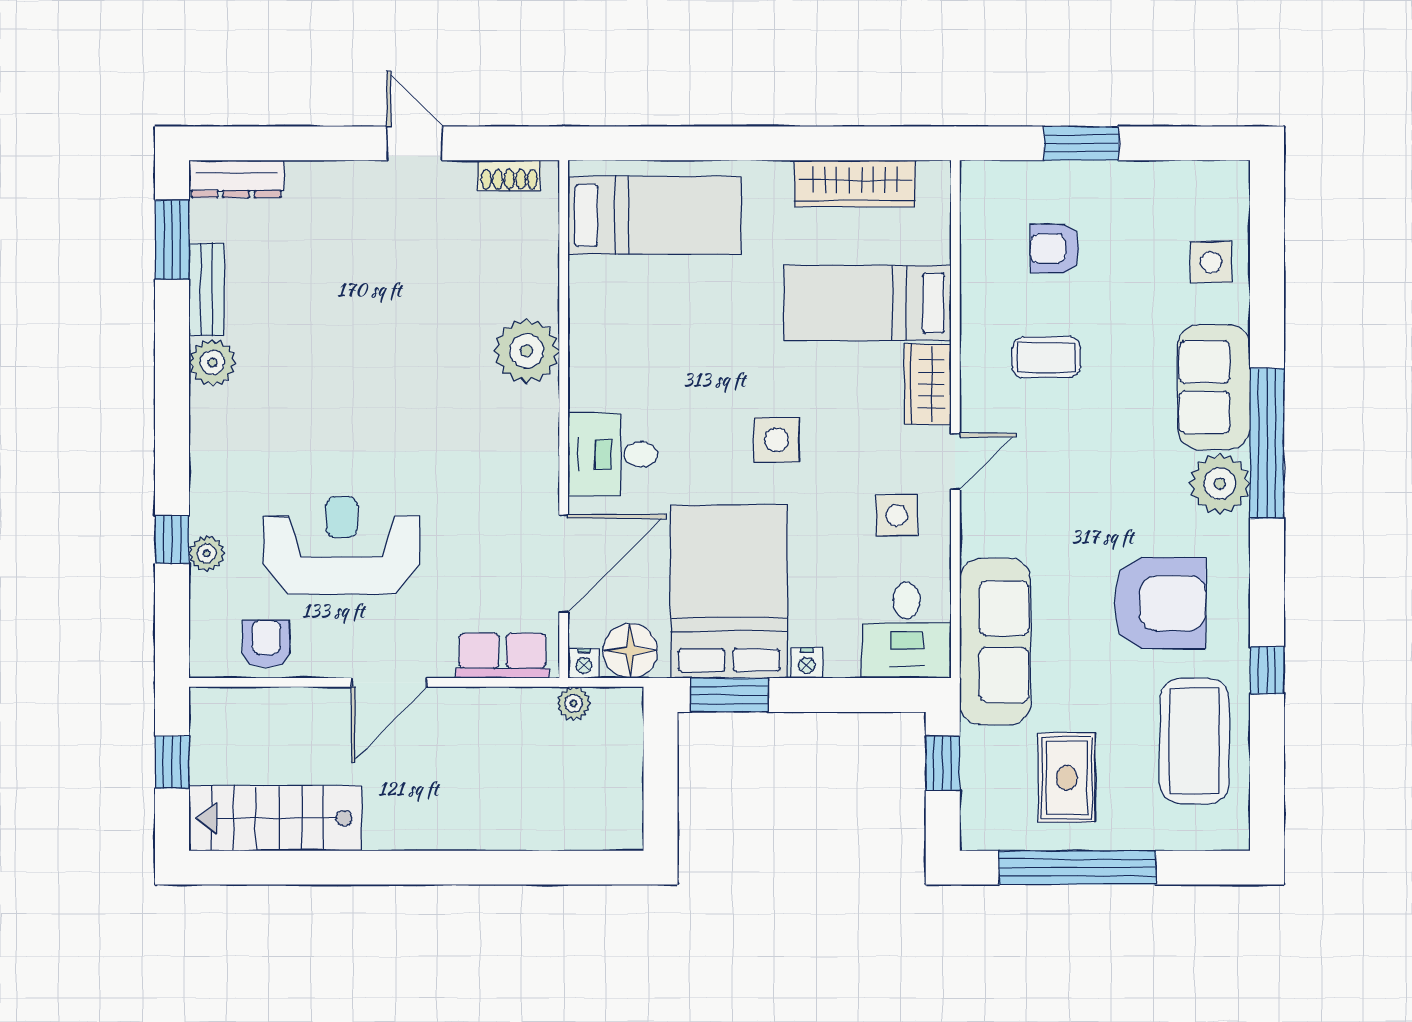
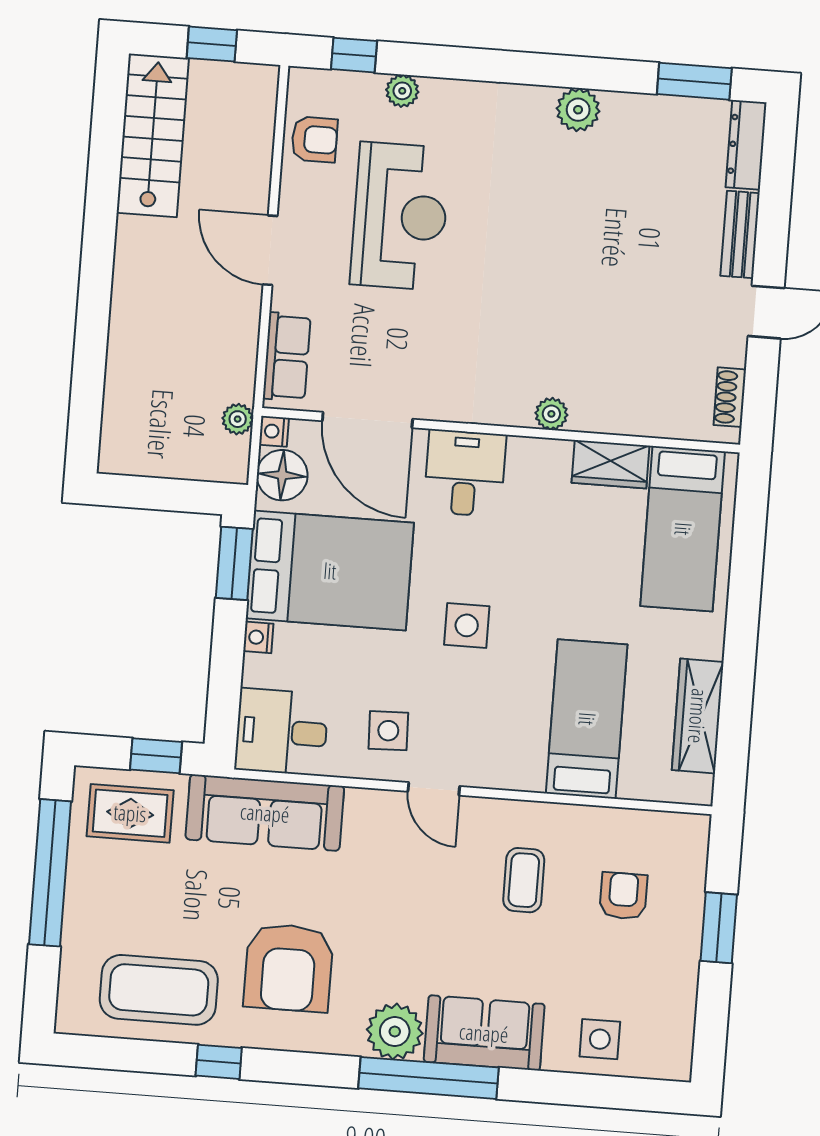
bench: (207, 290) -> (740, 234), moved, turned 90
plant: (527, 351) -> (551, 414), width x0.53, depth x0.53
wardrobe: (928, 384) -> (611, 464), moved, turned 180
window: (172, 540) -> (354, 55), moved
rug: (1067, 778) -> (130, 813), moved

